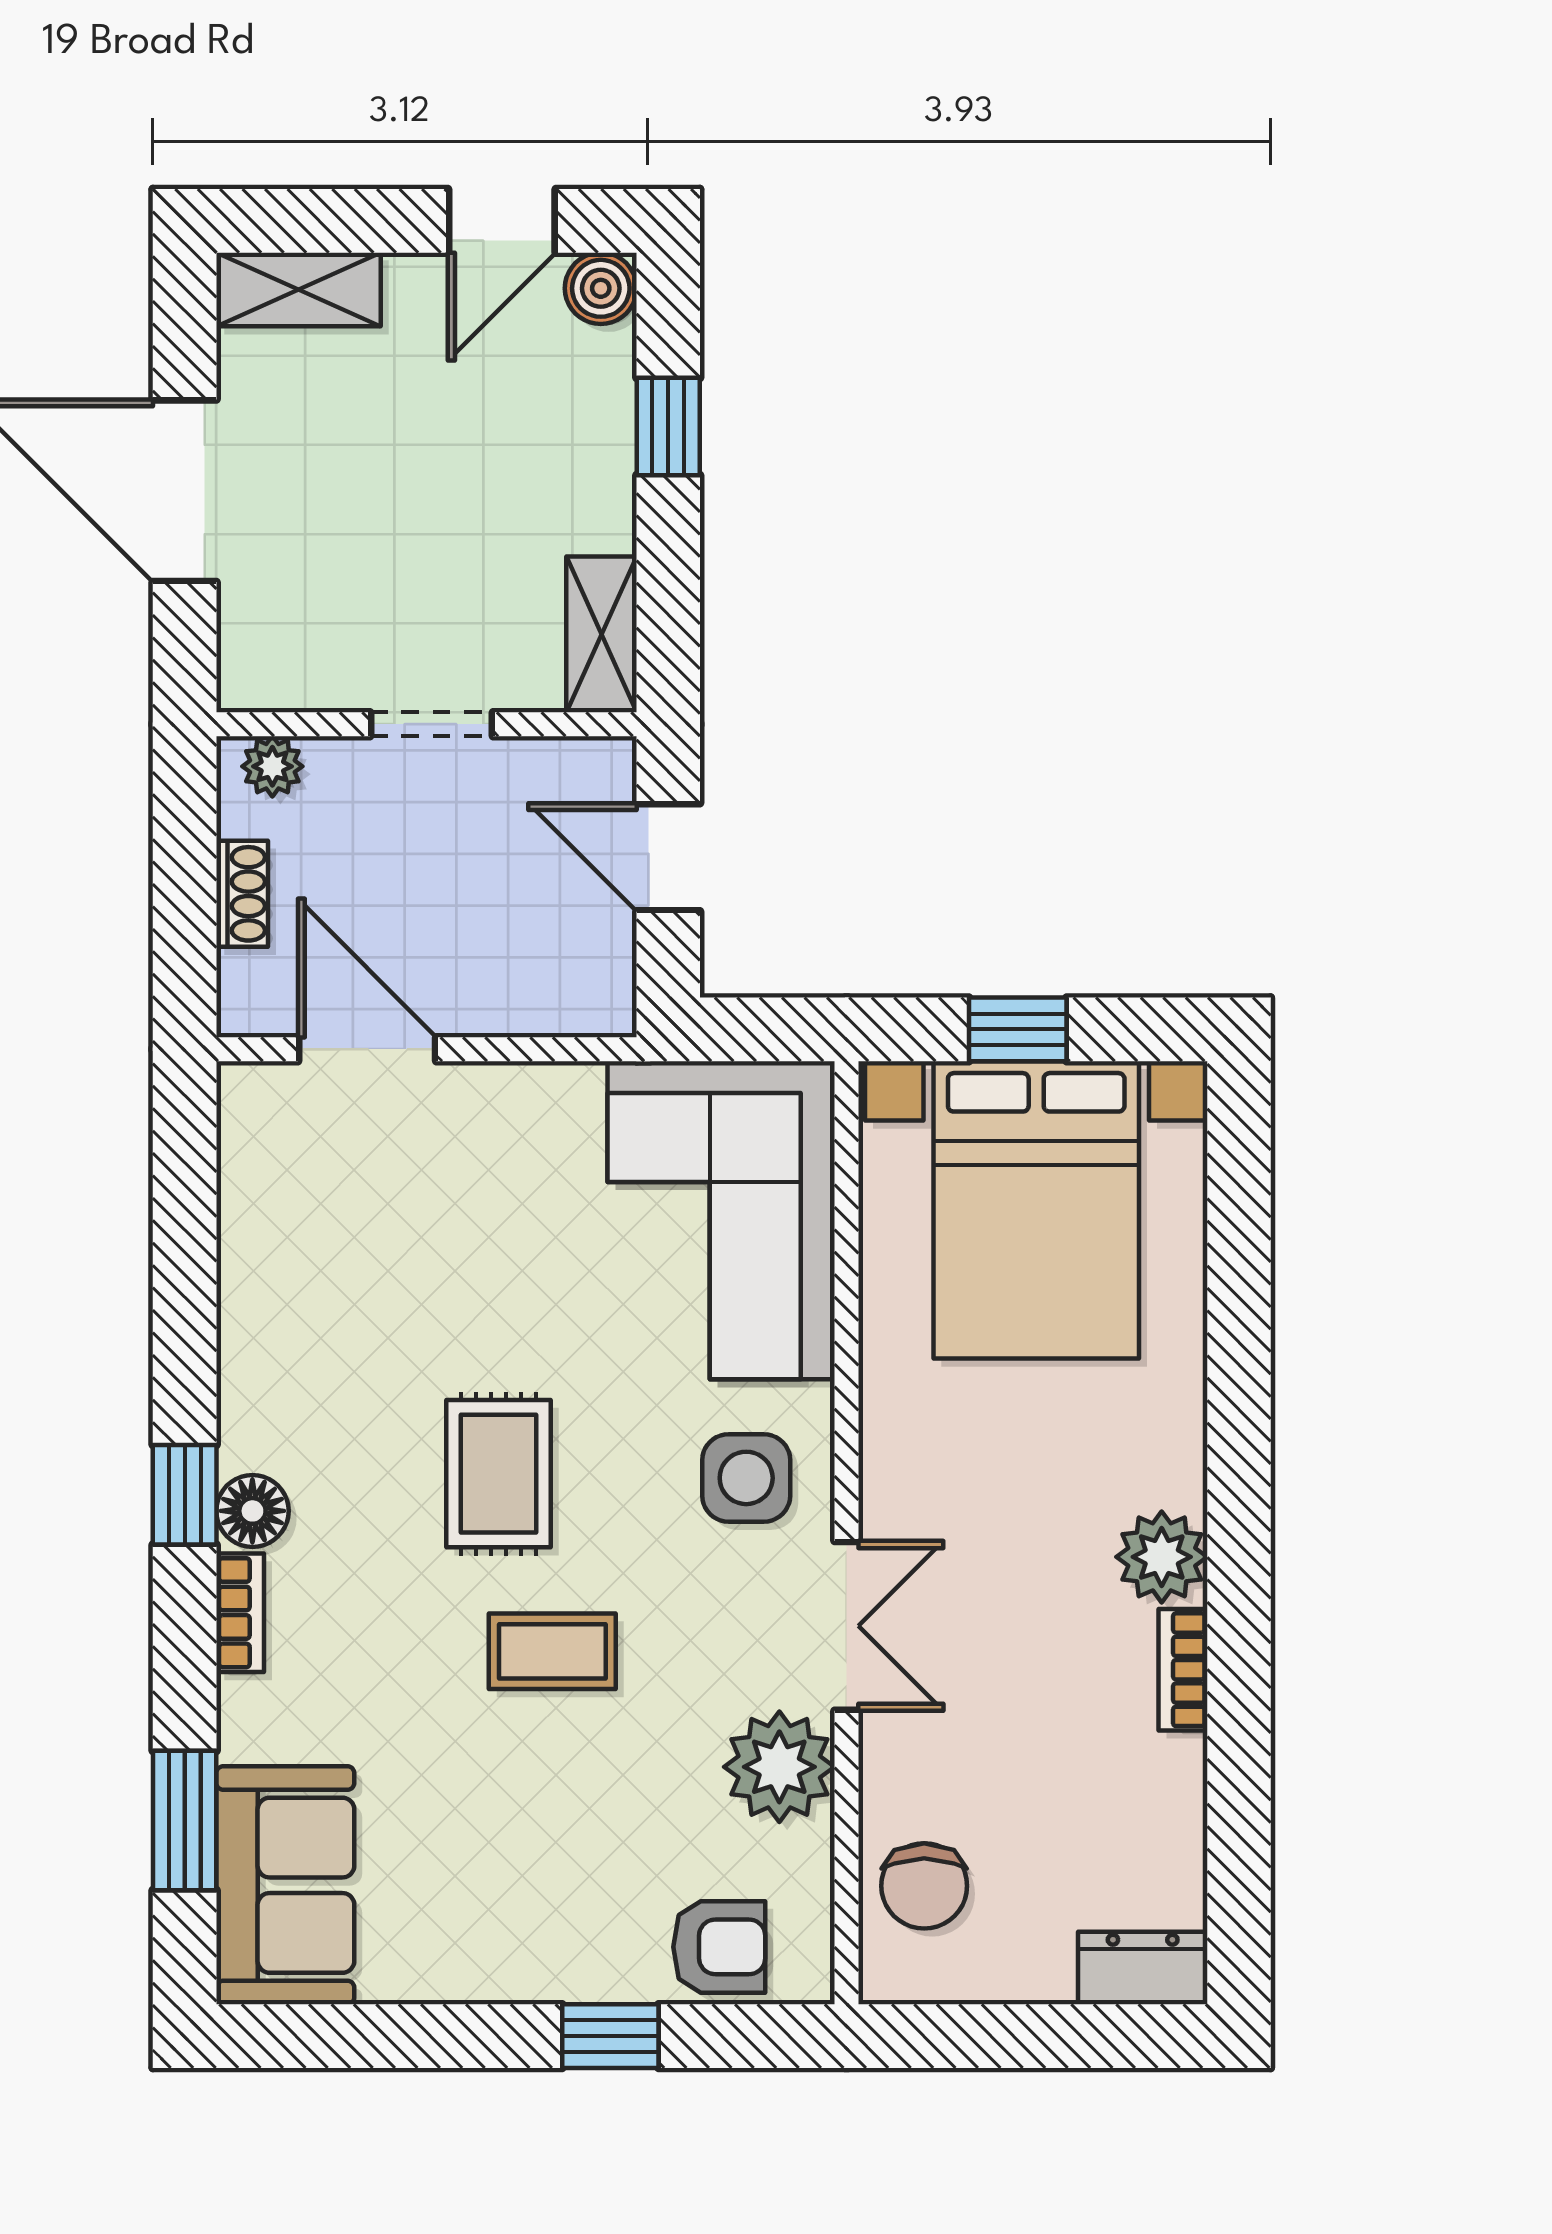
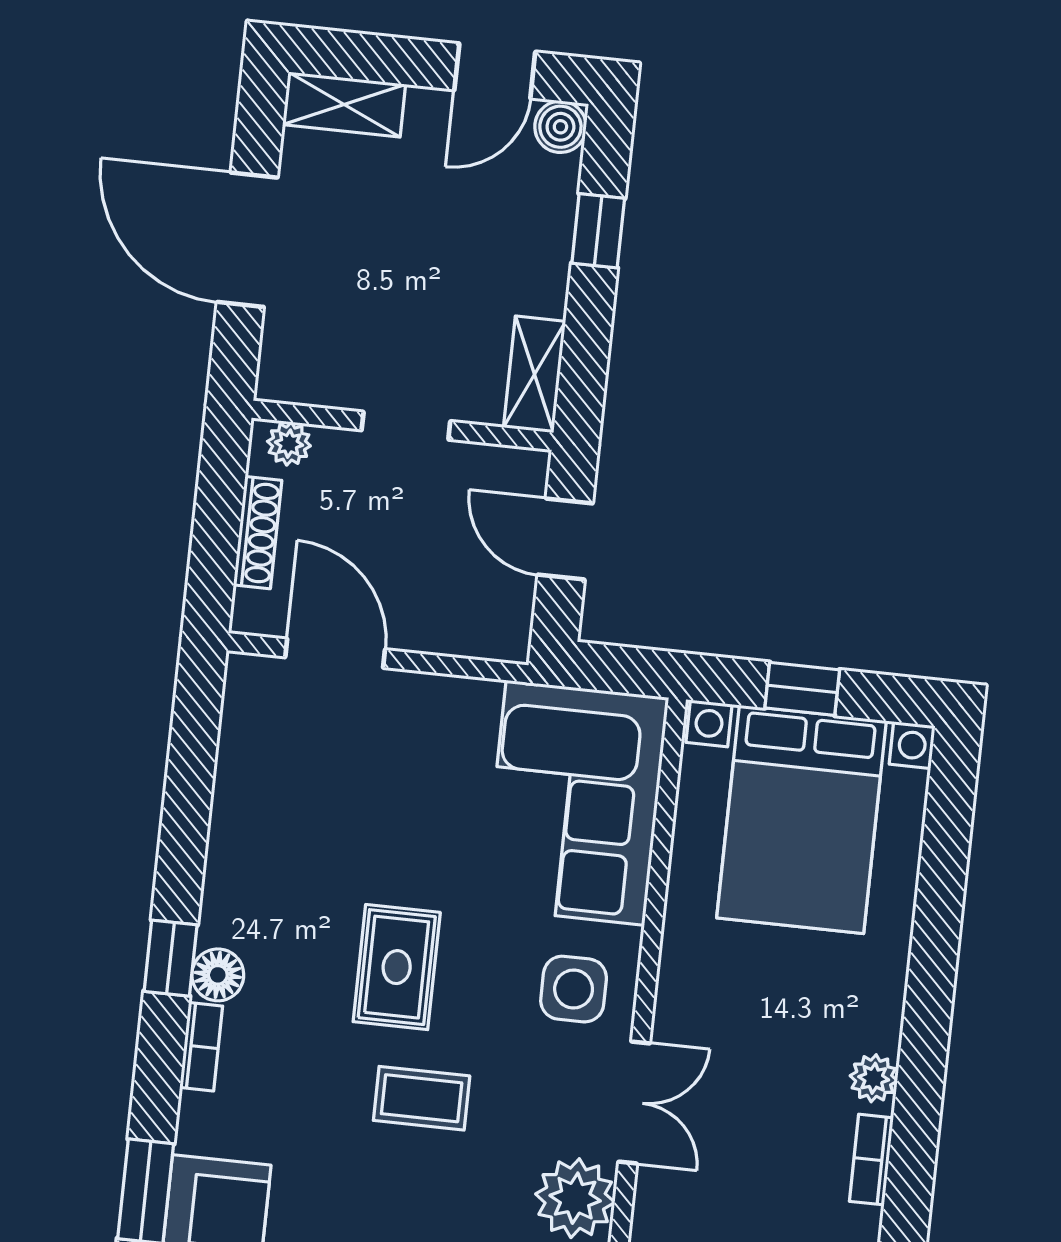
shoe rack: (242, 894) -> (258, 533), width x1.43
plant: (1162, 1557) -> (874, 1078), width x0.73, depth x0.73

